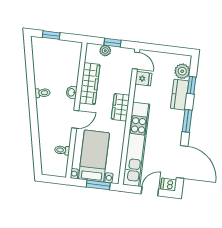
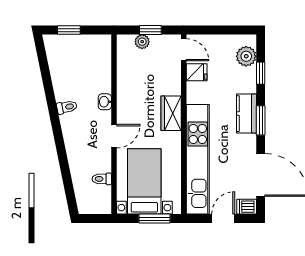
wardrobe: (90, 84) -> (127, 87), removed
kitchen counter: (180, 95) -> (246, 114), moved

